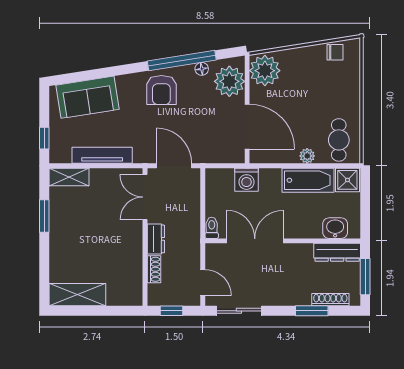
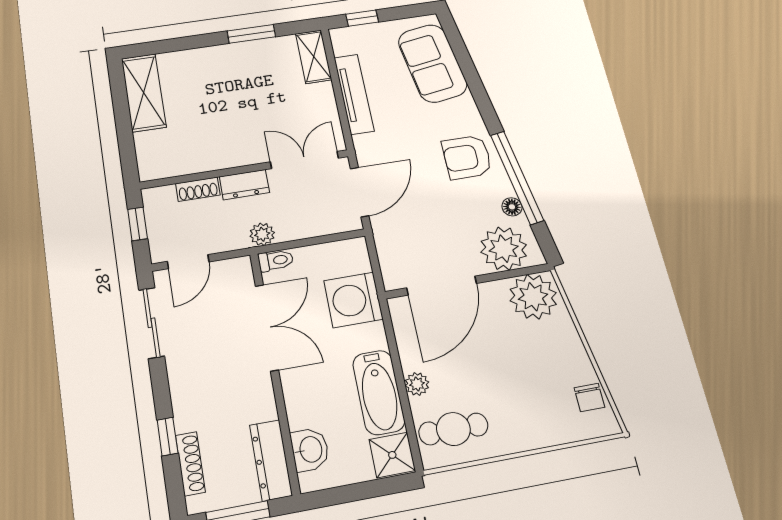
washing machine: (246, 180) -> (353, 300), width x1.37, depth x1.37
plant: (192, 233) -> (262, 234), added
window: (312, 311) -> (168, 436), width x0.67

